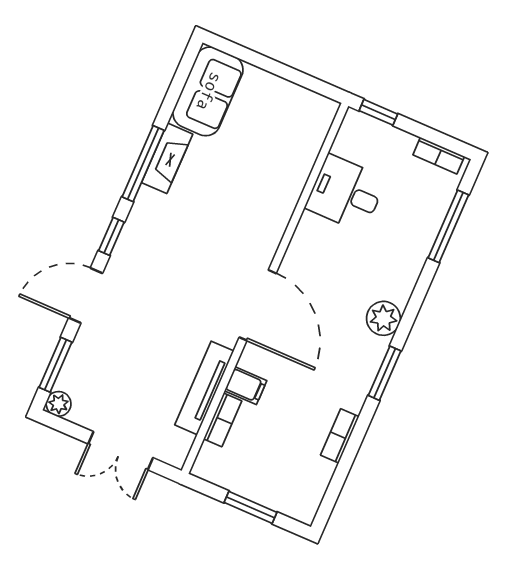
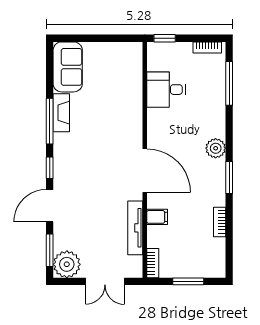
plant: (59, 404) -> (67, 264), width x1.87, depth x1.87
bookcase: (223, 420) -> (153, 263), moved

